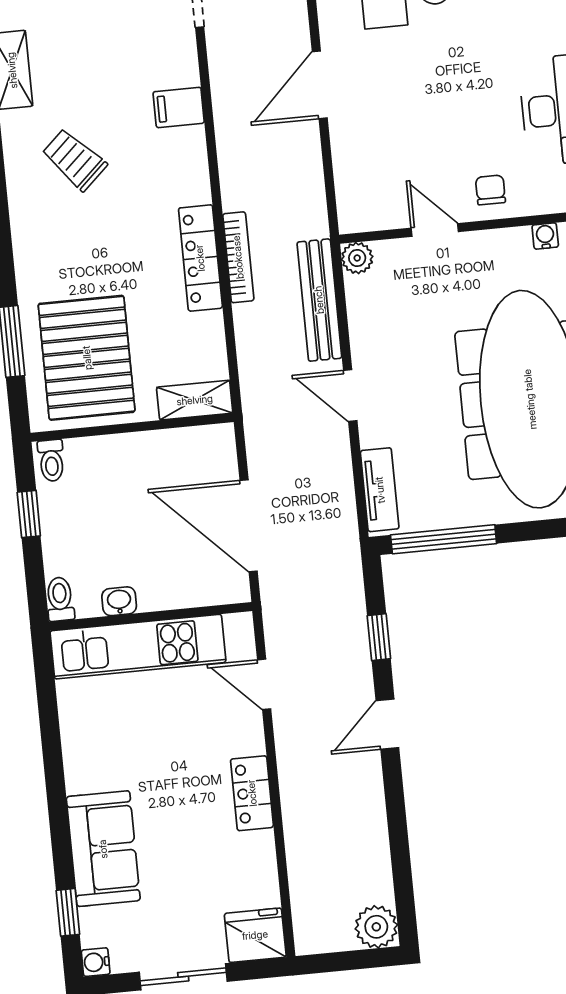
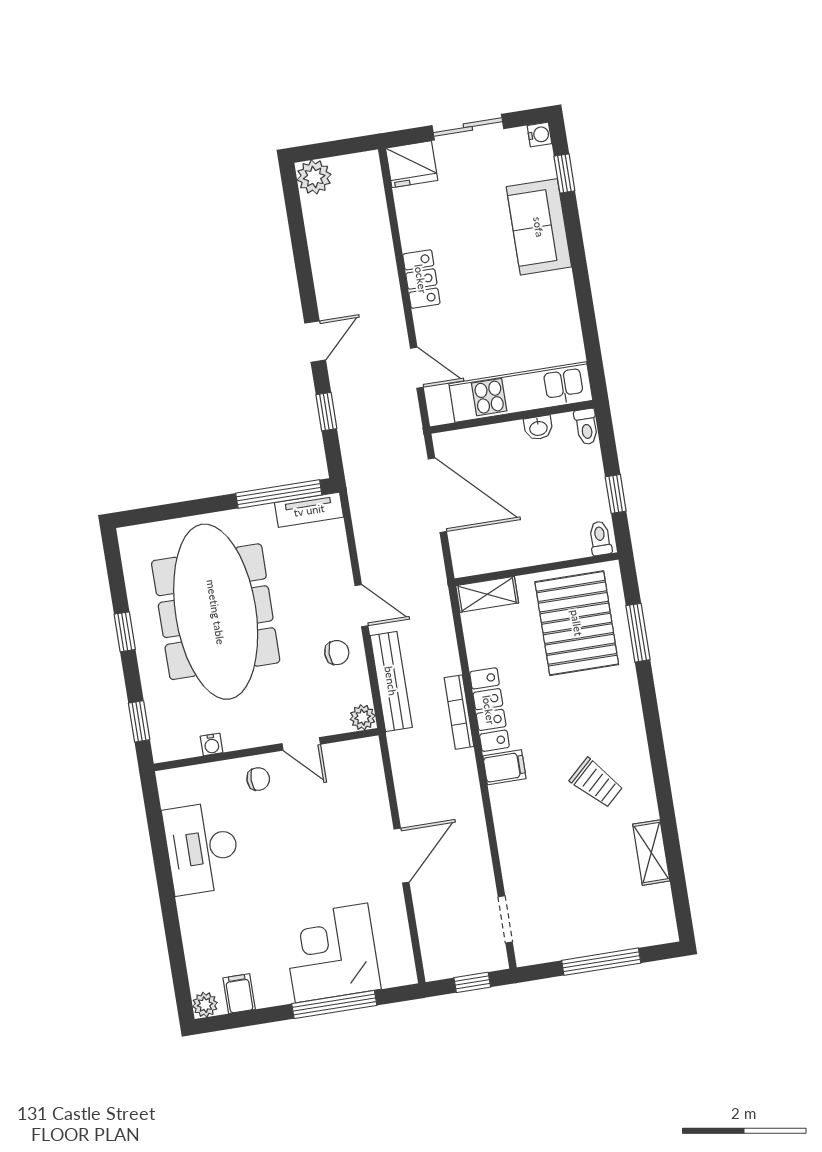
filing cabinet: (179, 107) -> (504, 767), moved
chair: (490, 190) -> (258, 779), turned -90
chair: (384, 340) -> (337, 653), added
tv unit: (380, 490) -> (309, 510), moved, turned -90

